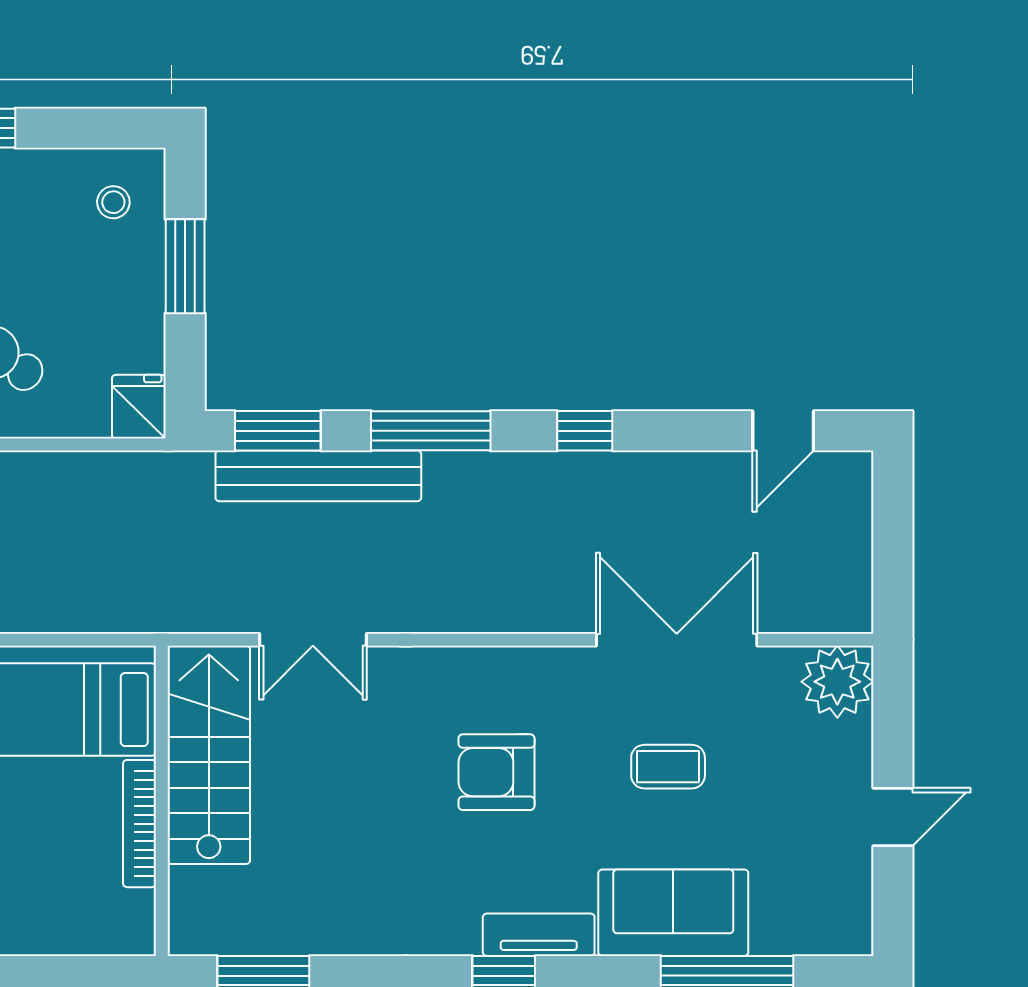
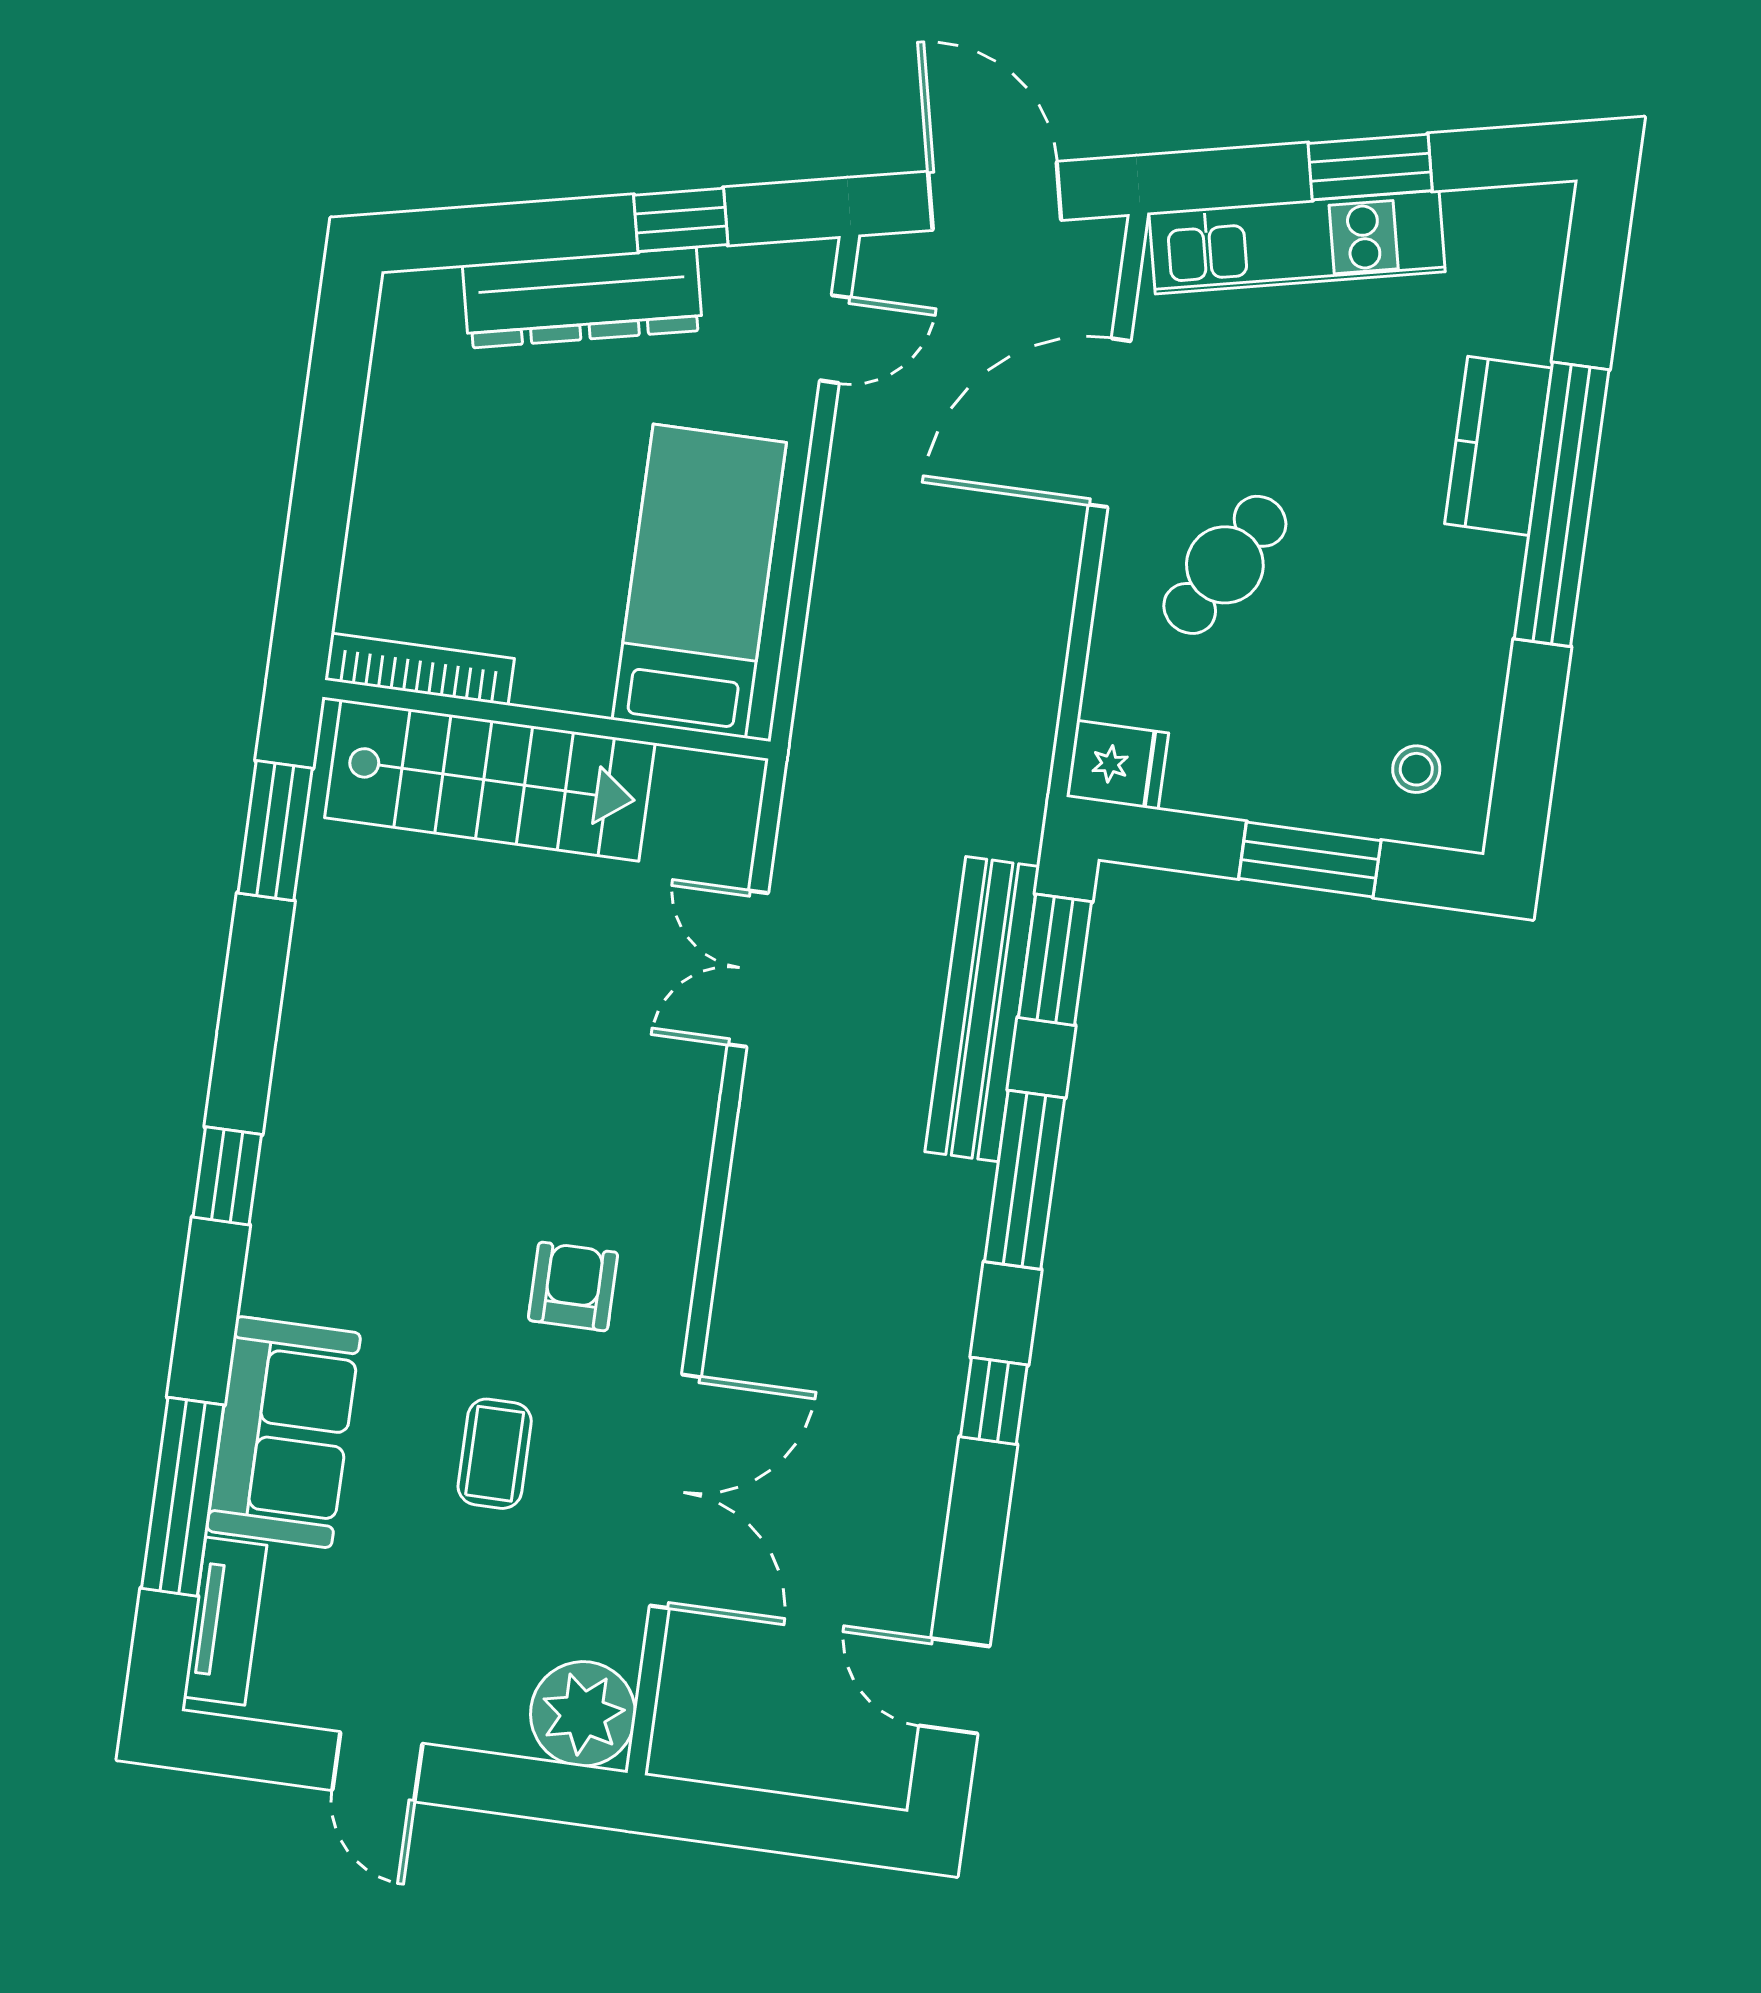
stairs: (209, 755) -> (490, 780), moved
armchair: (497, 772) -> (573, 1286), moved, width x0.72, depth x0.72
bookcase: (140, 824) -> (419, 669), moved
tv unit: (539, 935) -> (225, 1621), moved

